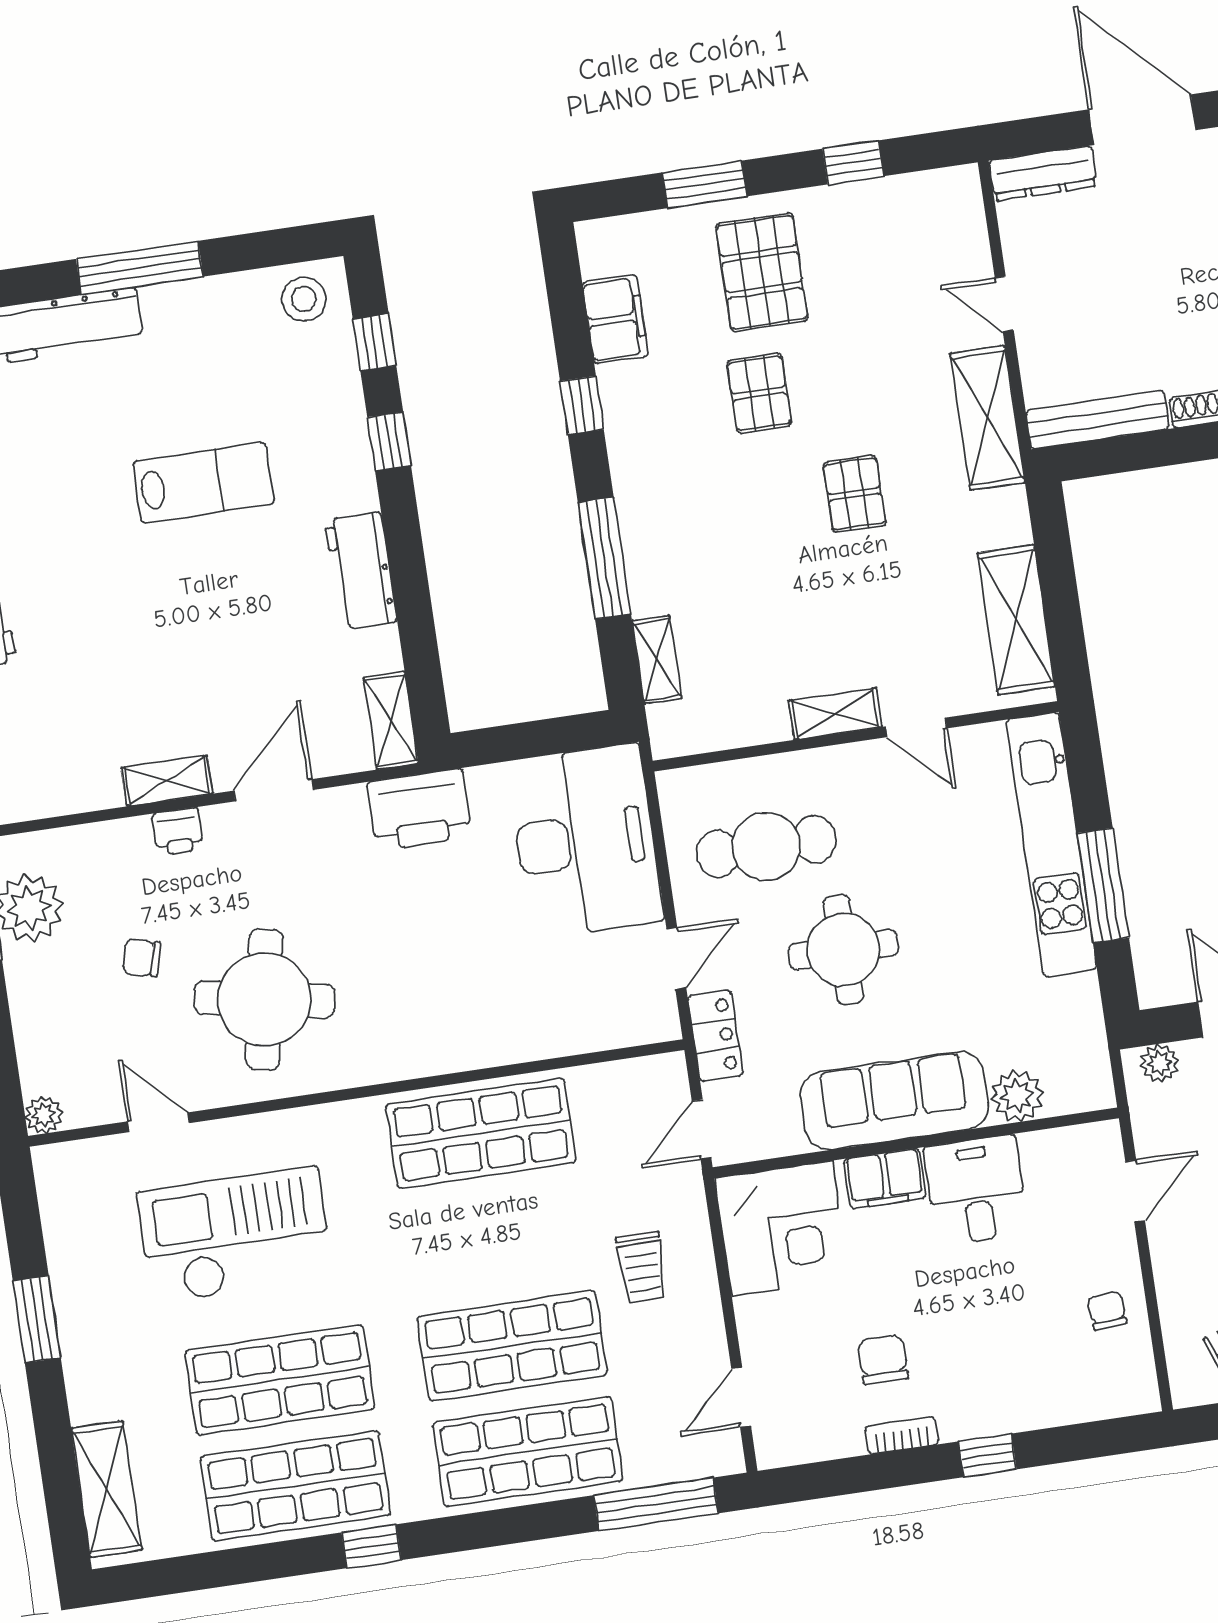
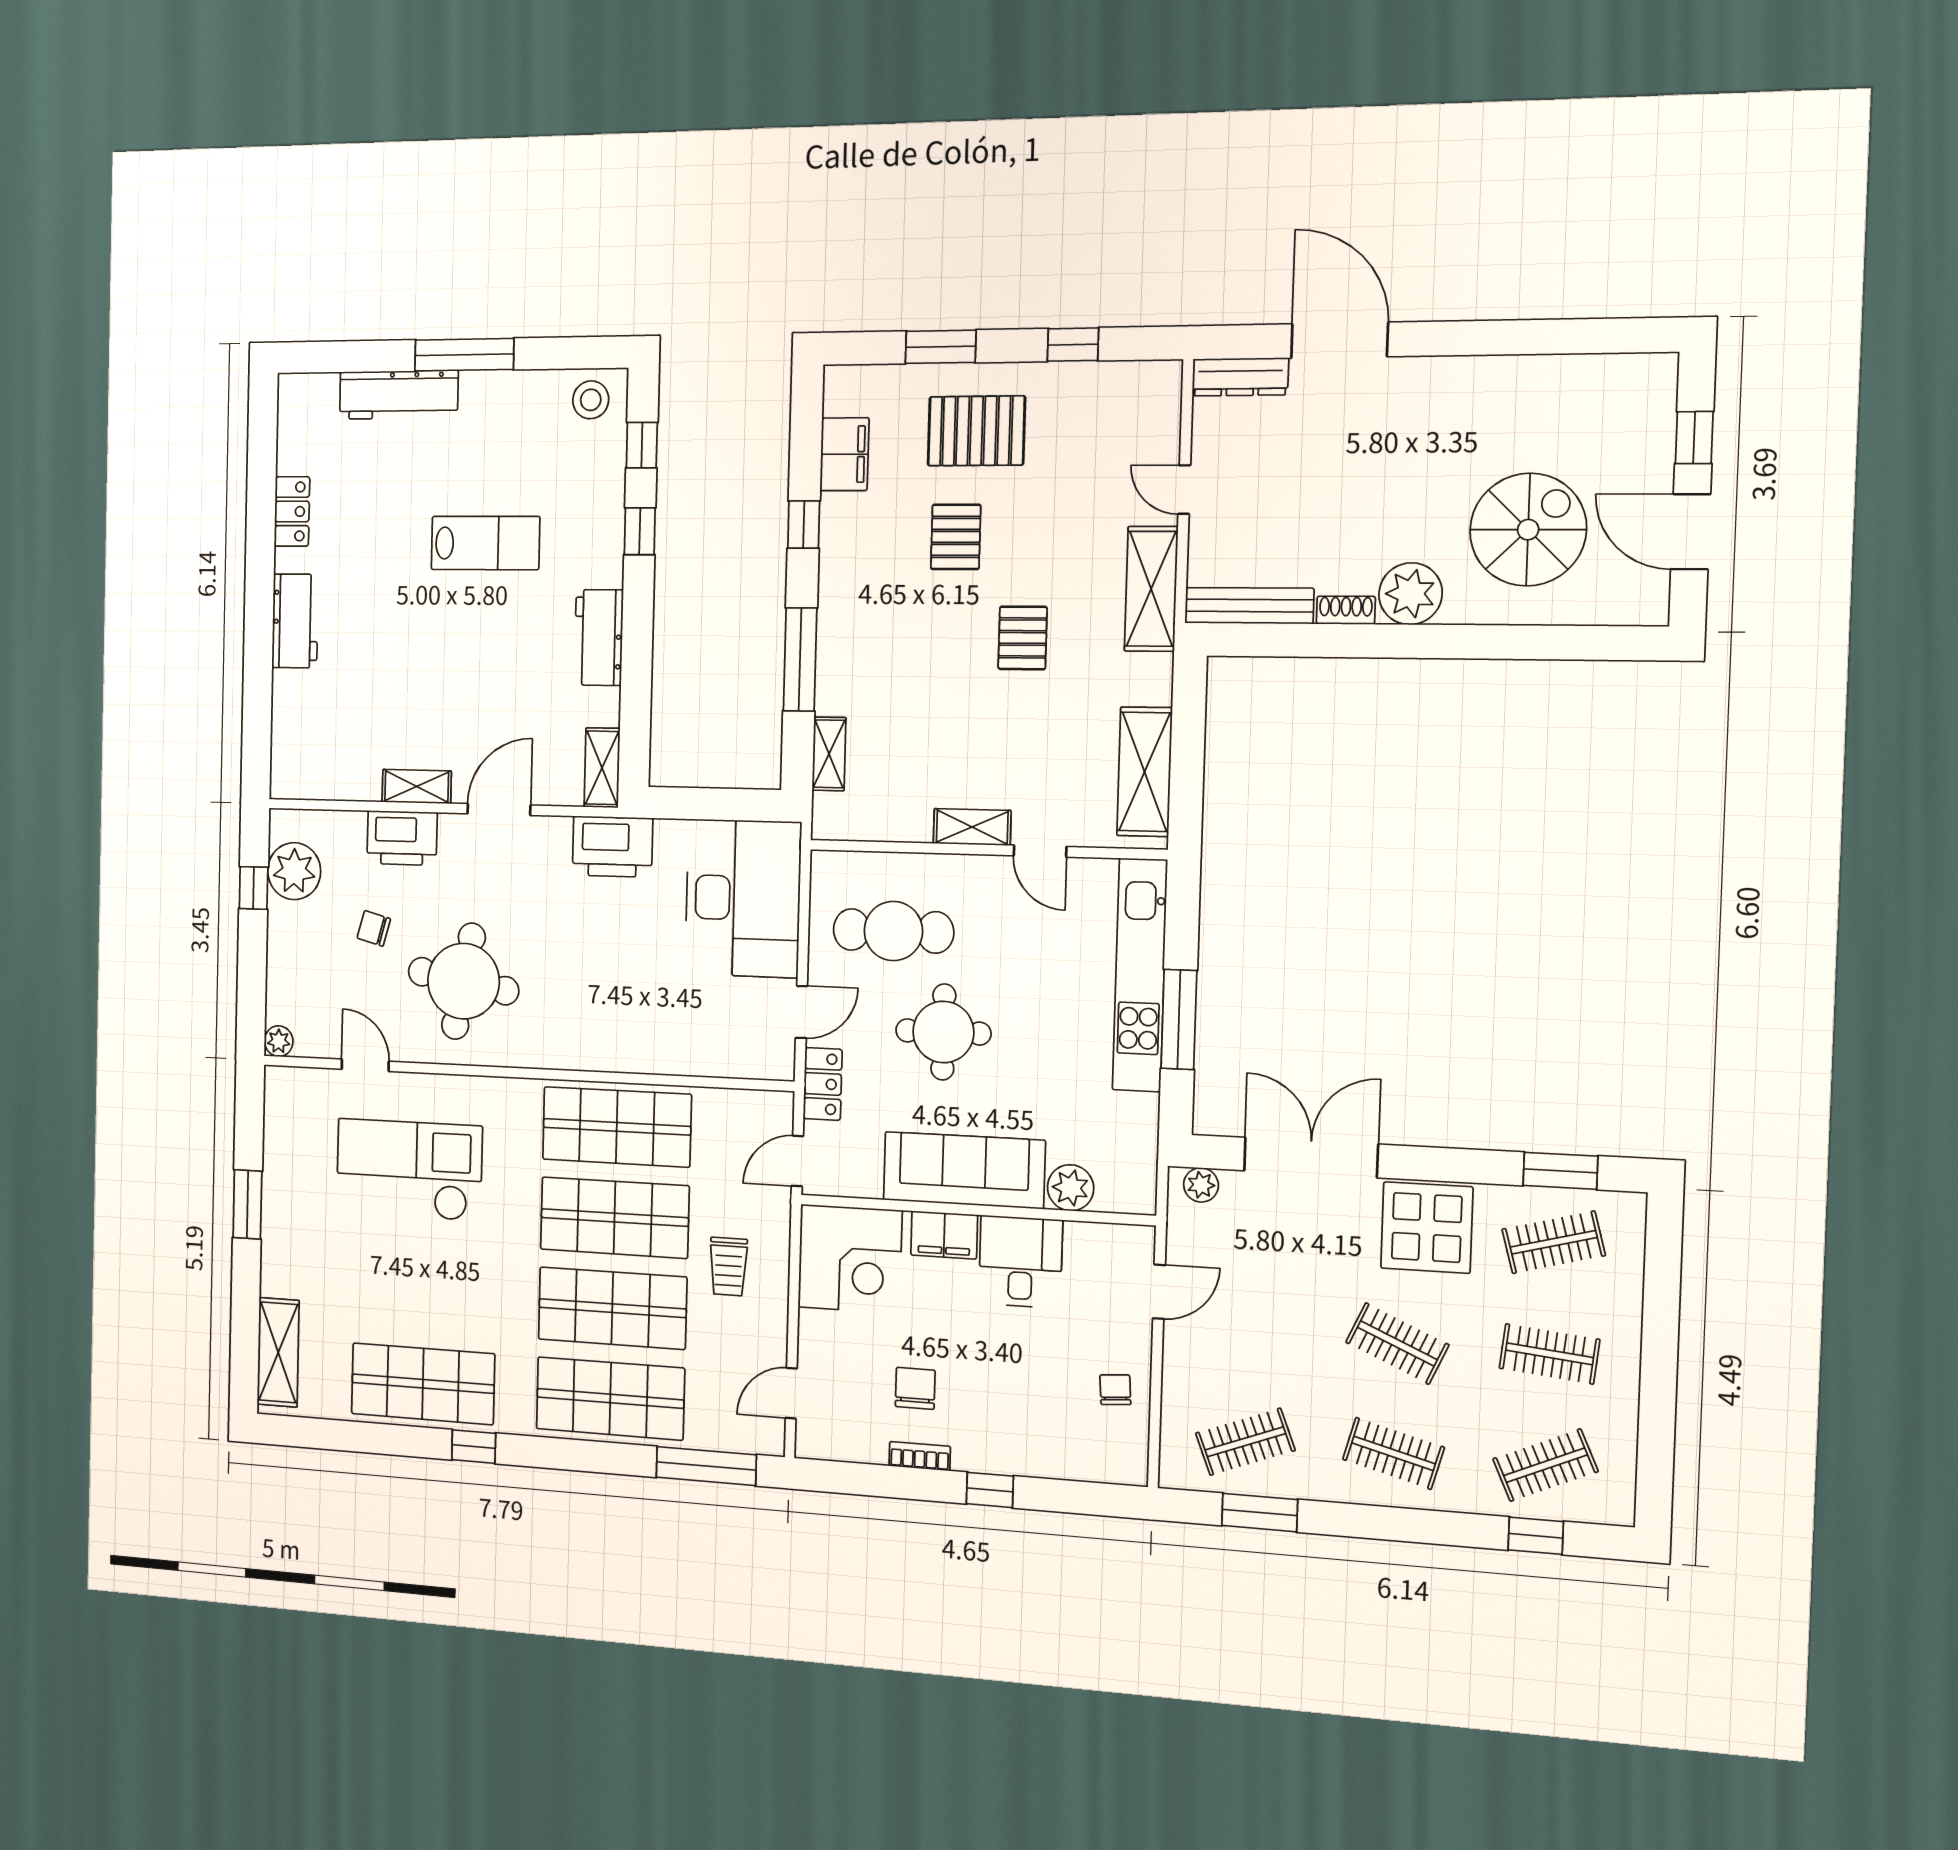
pallet: (762, 272) -> (976, 431), turned 90
printer: (178, 832) -> (402, 838), width x1.87, depth x1.48
shop shelf: (280, 1380) -> (615, 1218), moved

